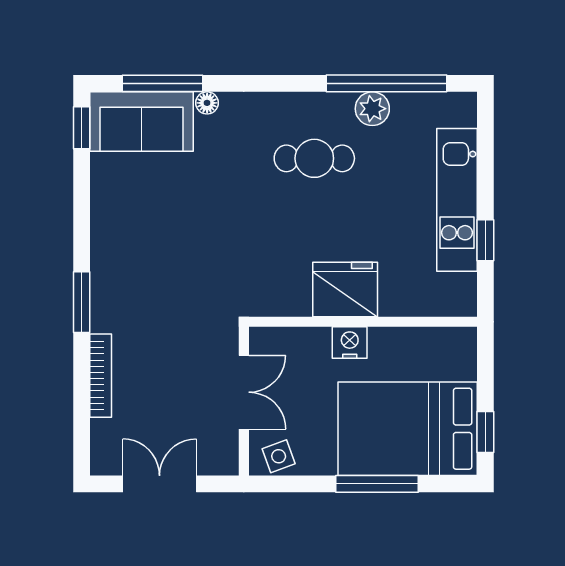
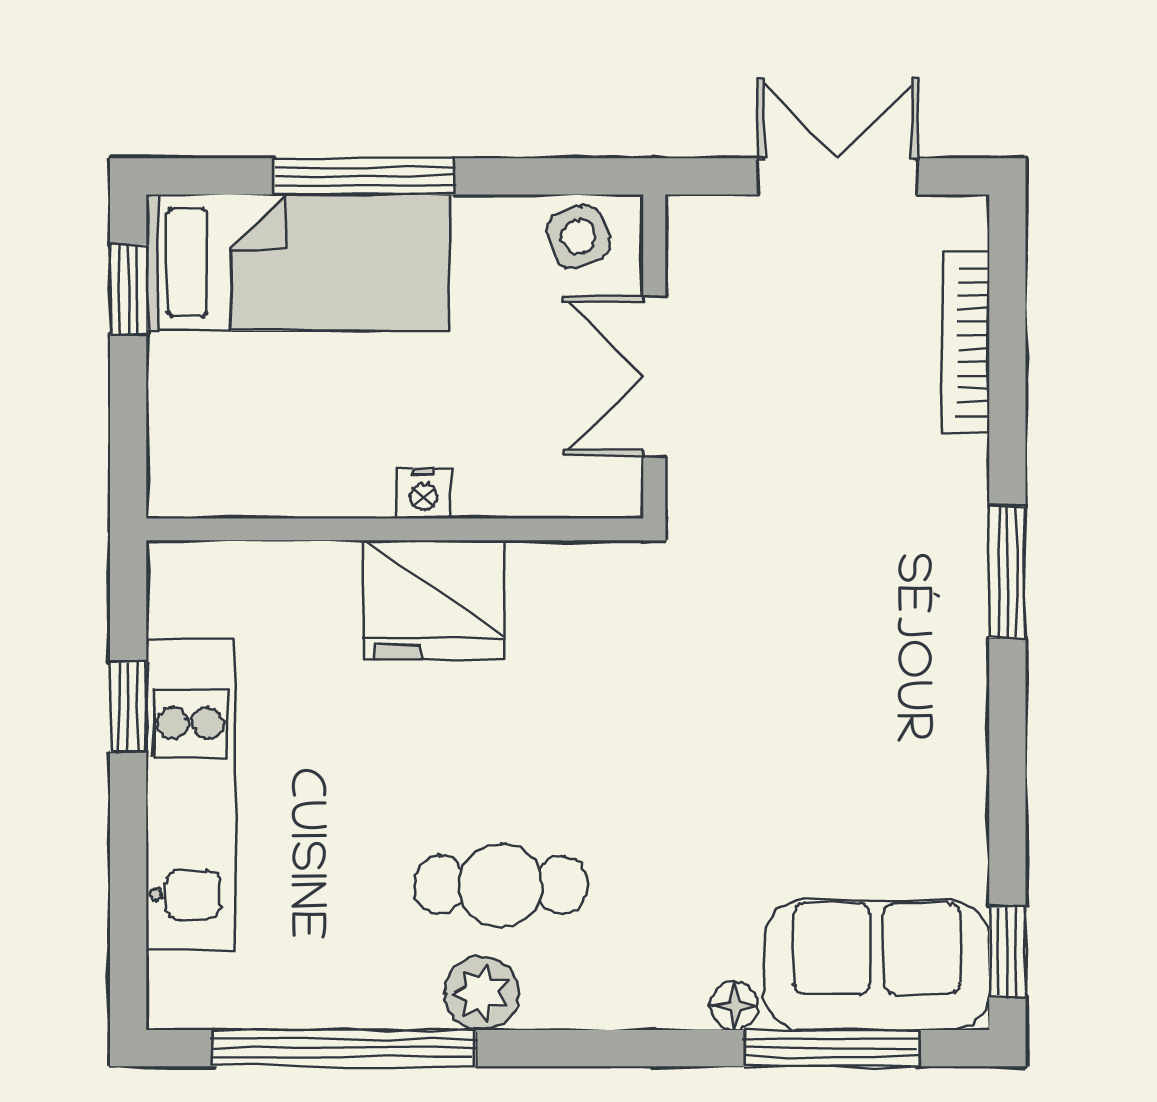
plant: (372, 109) -> (481, 993), moved
nightstand: (350, 343) -> (424, 493), width x0.72, depth x0.74
bookcase: (101, 376) -> (966, 342), moved
bed: (408, 429) -> (298, 262), width x0.67
double door: (160, 484) -> (838, 176), swing flipped

